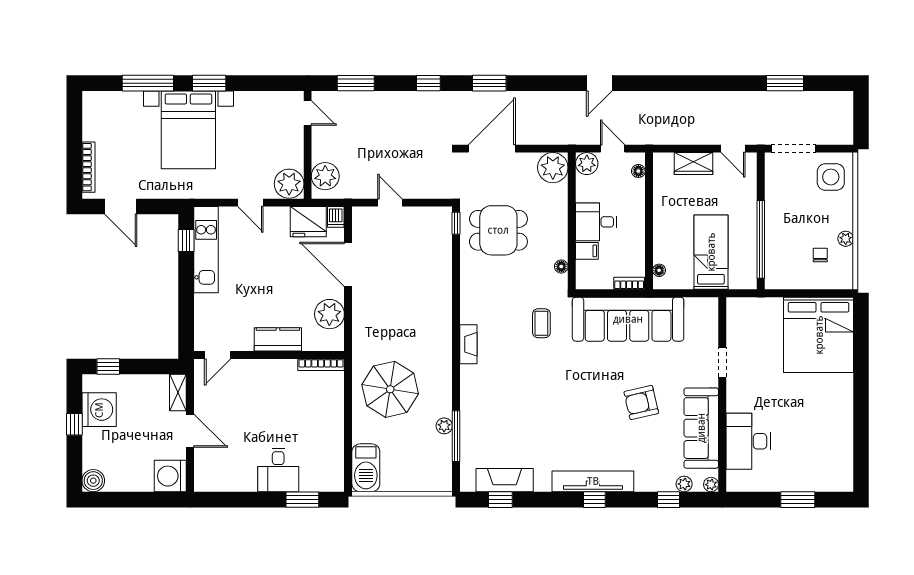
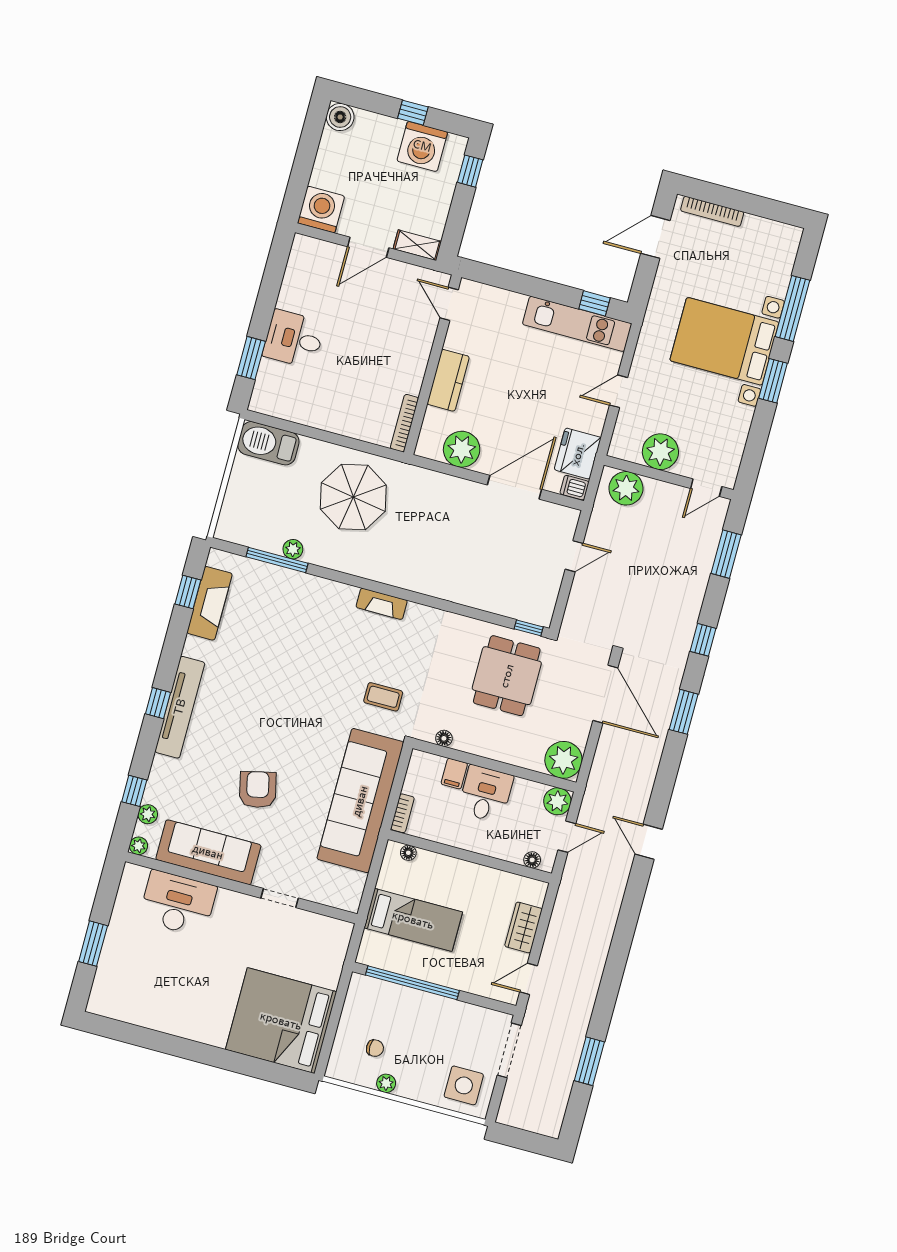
plant: (289, 184) -> (660, 452), moved

